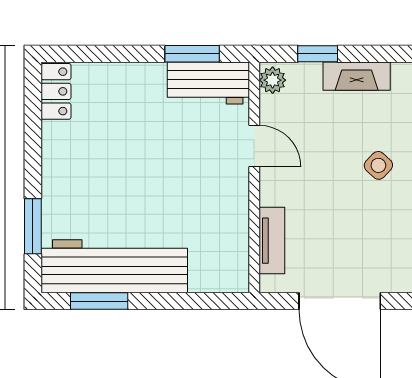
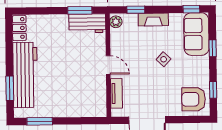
door: (254, 146) -> (108, 65), moved
workbench: (114, 266) -> (25, 75), moved, turned 90

